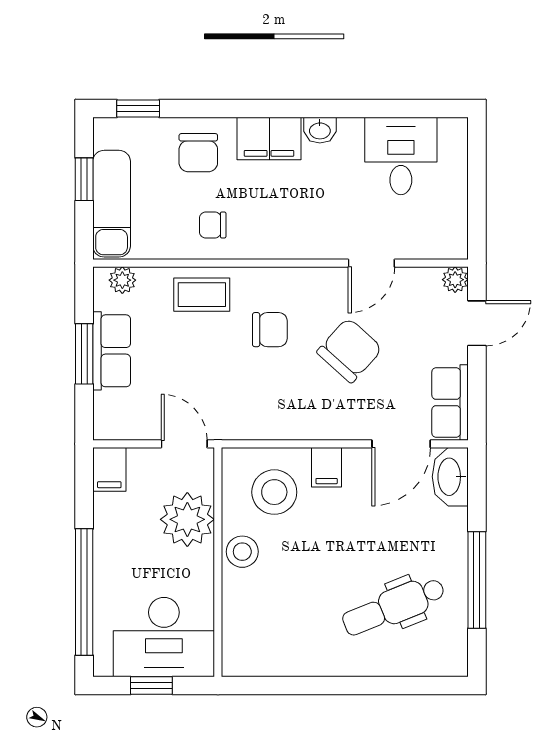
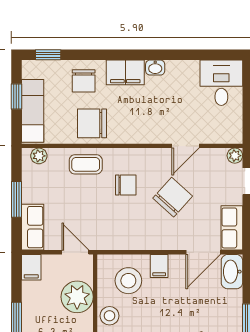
desk: (401, 156) -> (221, 83), moved
chair: (213, 225) -> (92, 123), width x1.87, depth x1.87
row of seats: (112, 351) -> (33, 227), moved

